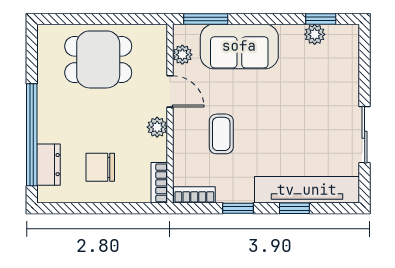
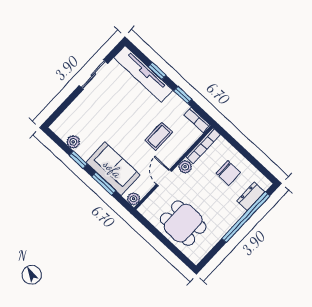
window: (206, 19) -> (104, 184), moved
window: (321, 19) -> (78, 160), moved
plant: (182, 55) -> (134, 199), moved
bookcase: (159, 183) -> (203, 146), width x1.56

